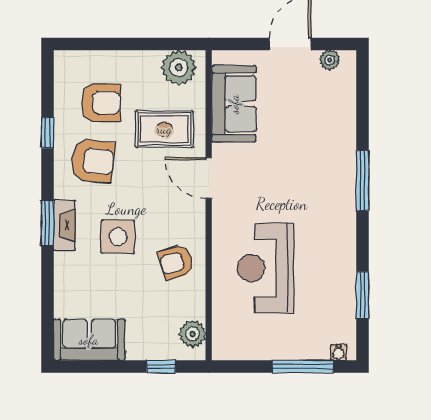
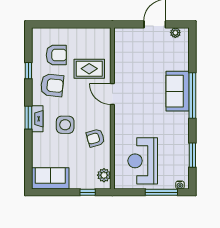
plant: (179, 67) -> (97, 37), removed
sofa: (234, 104) -> (178, 91), moved, turned 180
window: (363, 180) -> (192, 95), width x1.46
reception desk: (266, 268) -> (143, 161), moved

